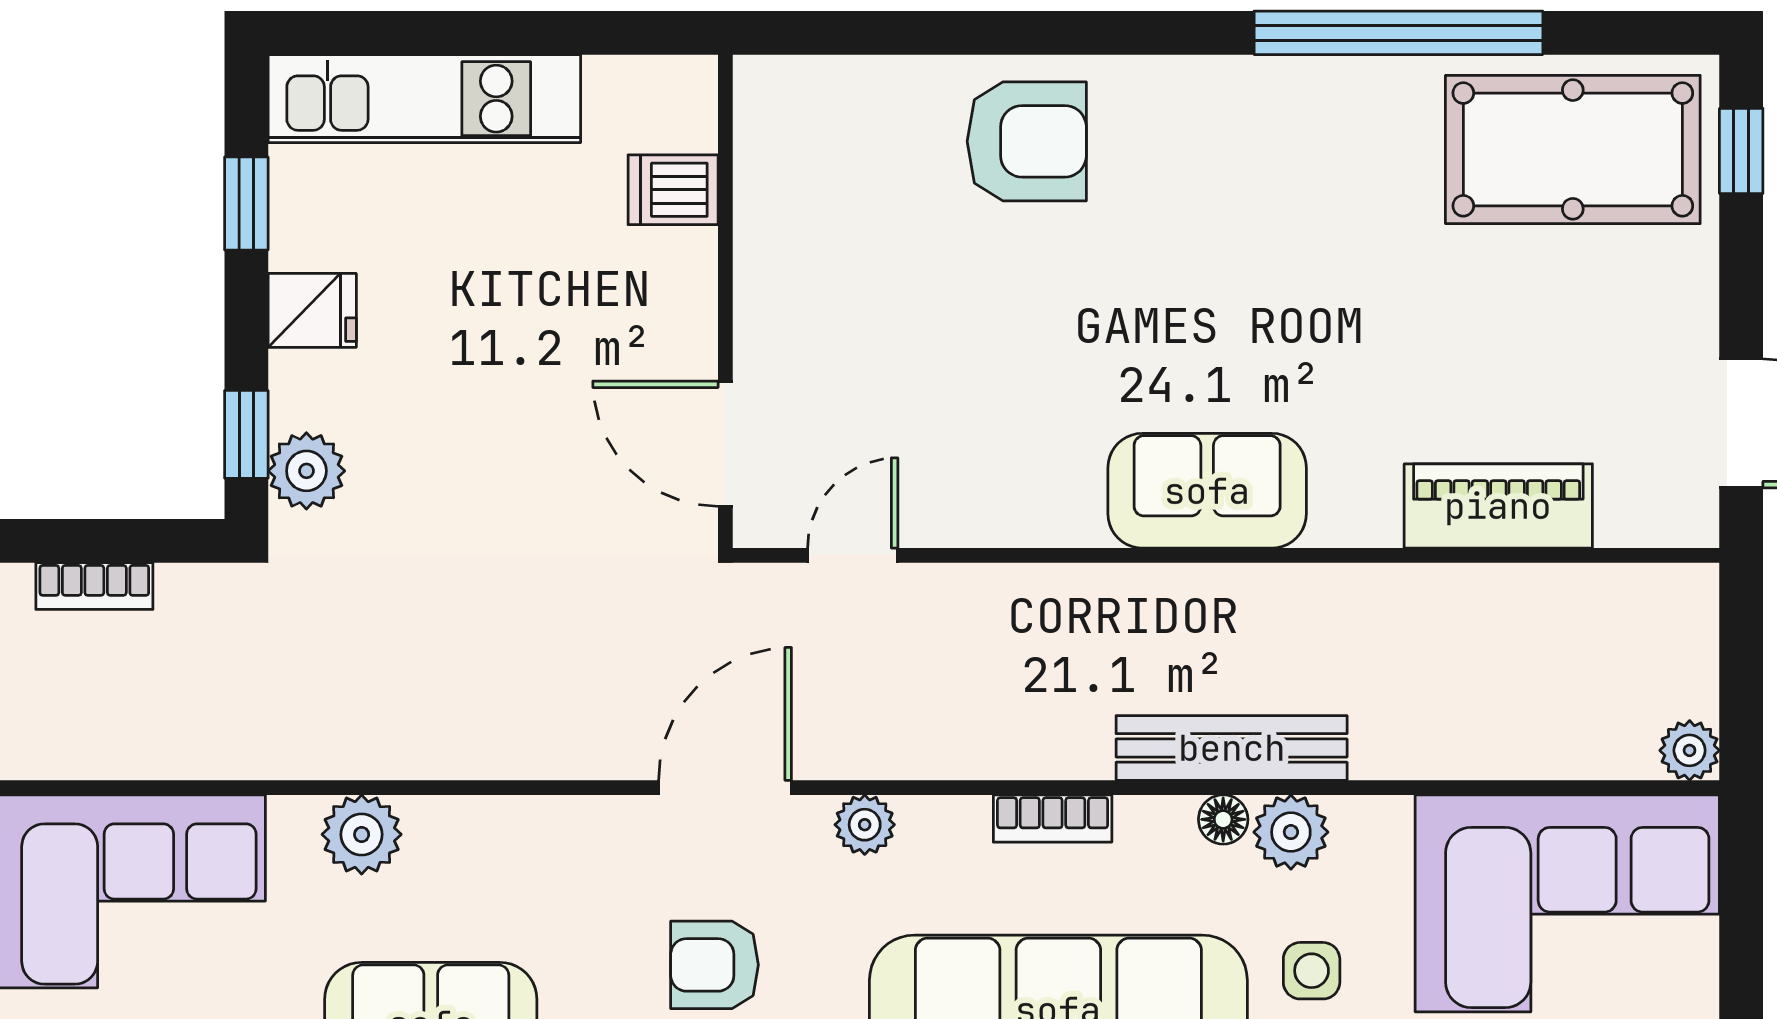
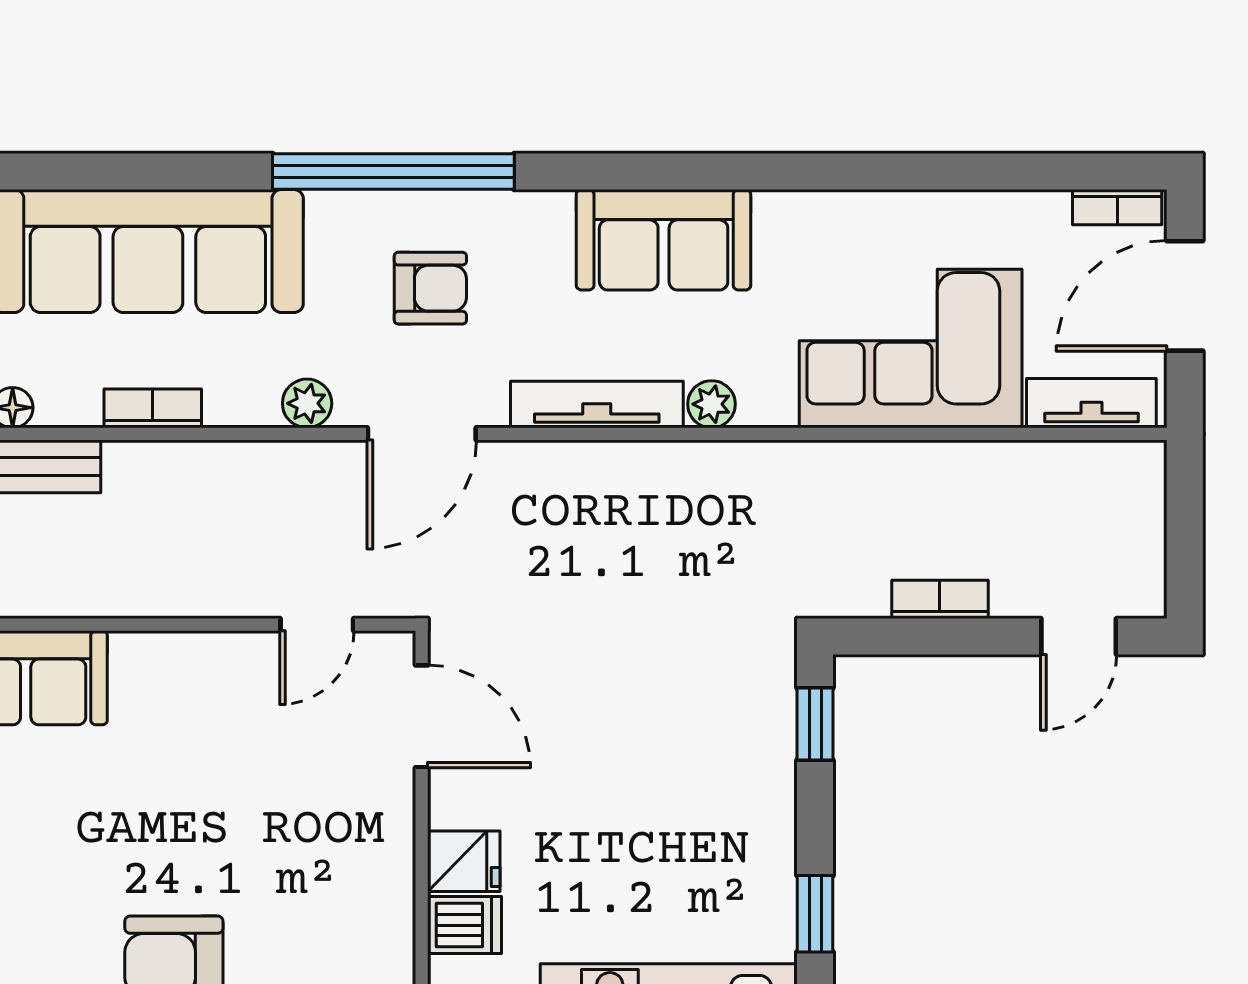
fridge: (312, 310) -> (464, 861), moved, turned 180
plant: (306, 471) -> (766, 694), removed
tv unit: (512, 823) -> (597, 405), added
plant: (362, 834) -> (711, 404), width x0.73, depth x0.73

